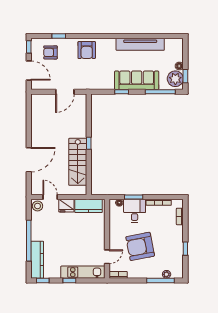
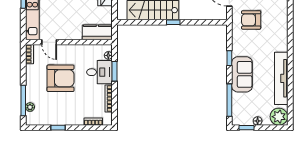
armchair: (87, 50) -> (251, 20), moved
plant: (175, 79) -> (279, 117), moved
sofa: (137, 80) -> (242, 74), width x0.73
kitchen counter: (89, 206) -> (97, 32), moved, turned 90
armchair: (140, 246) -> (61, 78), turned 101

